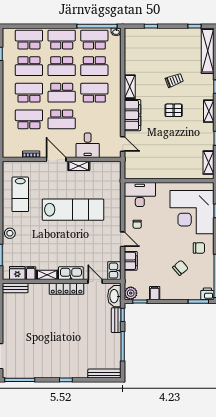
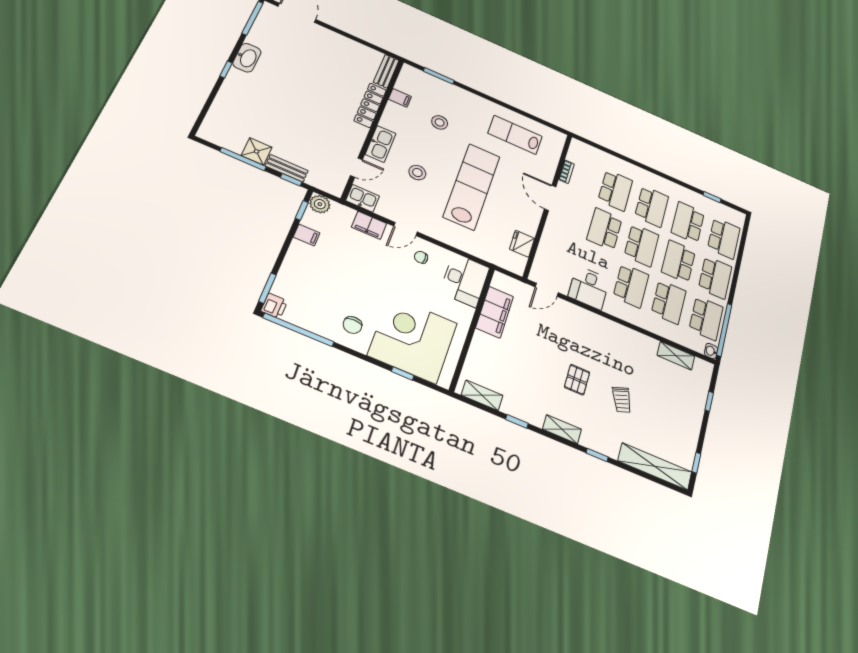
school desk: (94, 66) -> (669, 302), turned 180
shelving: (130, 87) -> (676, 356), moved
school desk: (62, 93) -> (642, 245), turned 180
filing cabinet: (132, 115) -> (495, 312), moved, turned -90
desk: (88, 145) -> (589, 288), moved, turned -90
door: (56, 159) -> (550, 198), swing flipped
shelving: (79, 166) -> (532, 221), removed
lab bench: (73, 210) -> (472, 187), turned 180
stool: (10, 233) -> (440, 122), moved
stool: (80, 245) -> (417, 173), added
chair: (180, 268) -> (331, 286), removed
fridge: (17, 273) -> (522, 244), moved, turned 180
shelving: (47, 275) -> (390, 115), removed
locker: (67, 289) -> (370, 105), moved
washbasin: (114, 296) -> (247, 58), moved, turned 90
shower: (114, 341) -> (257, 151), added
bench: (104, 374) -> (212, 119), removed

